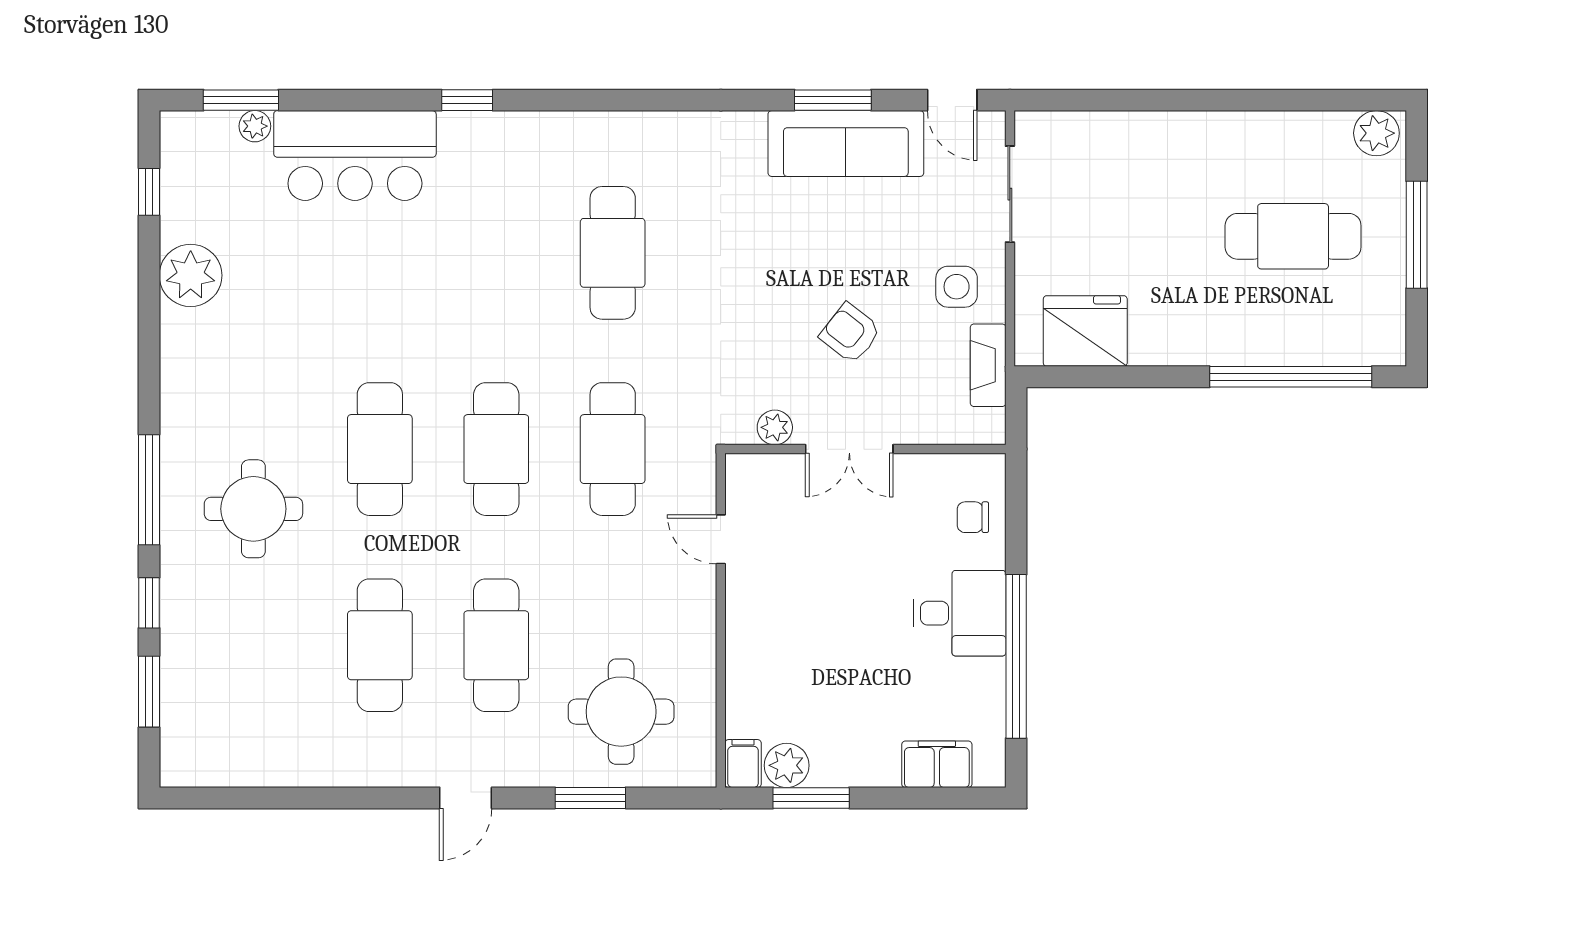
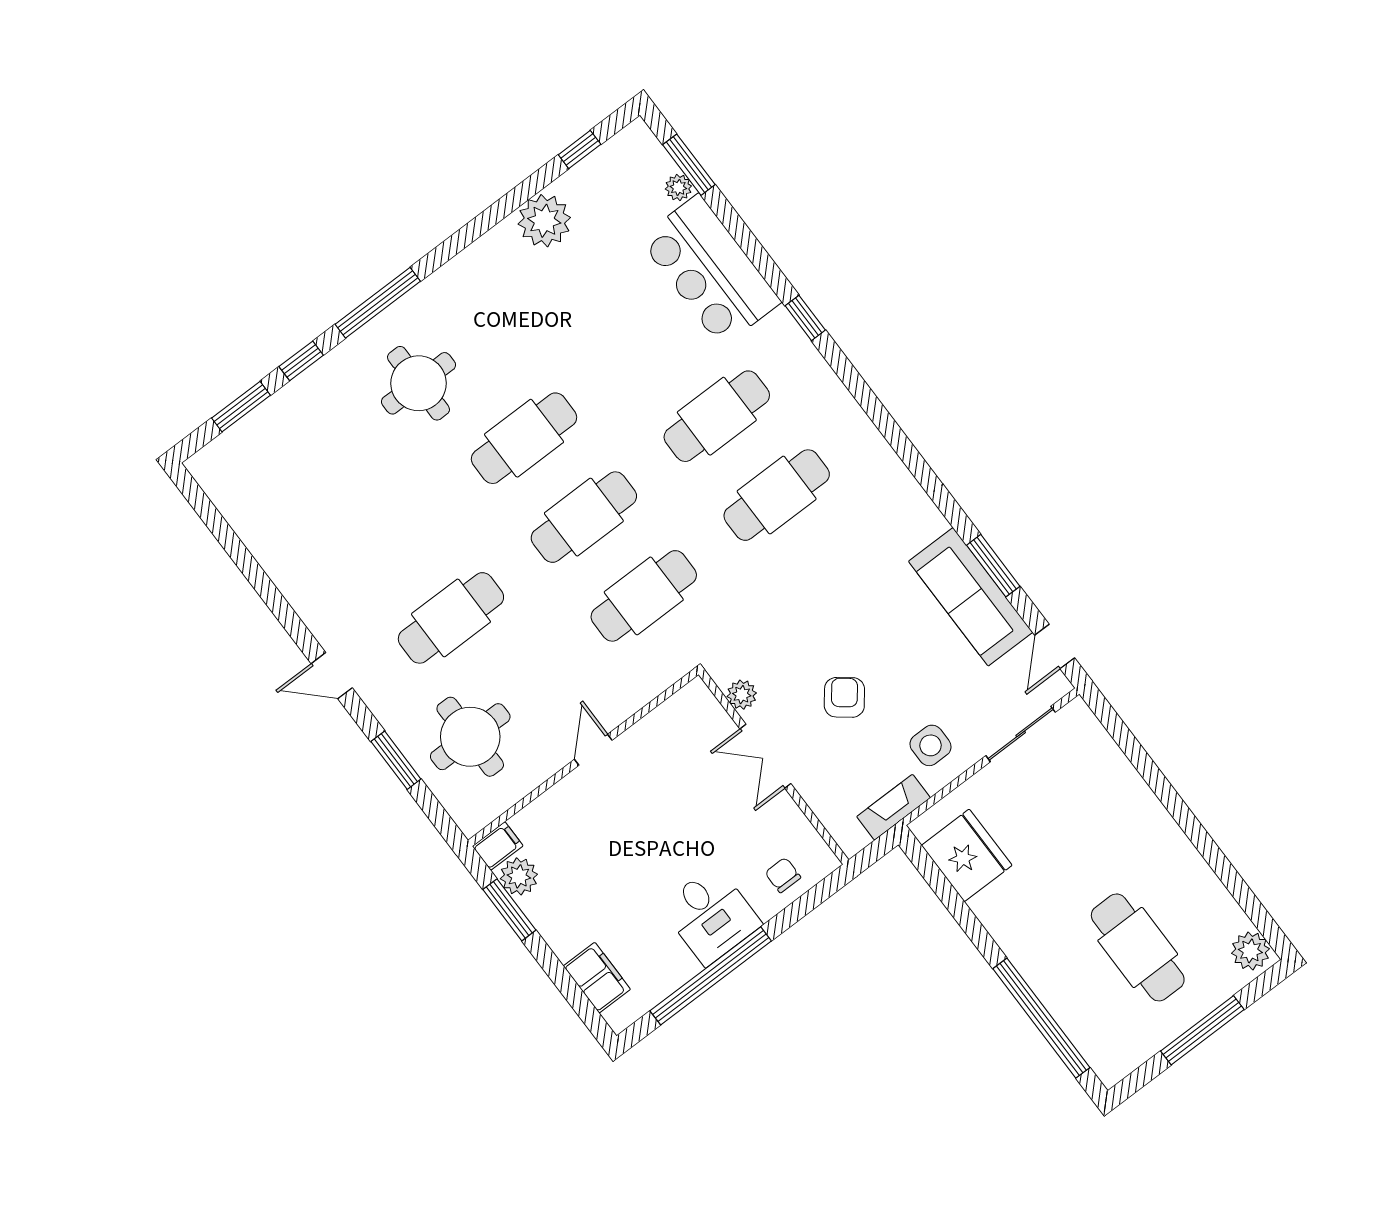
door: (721, 539) -> (593, 750), moved
cafe table: (380, 645) -> (717, 416), moved

